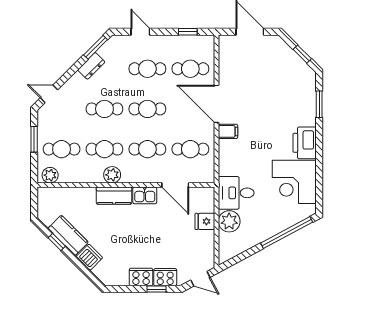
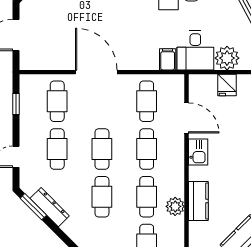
dresser: (91, 66) -> (50, 207), width x1.44
door: (217, 104) -> (96, 72), swing flipped
filing cabinet: (228, 131) -> (168, 59), moved
plant: (112, 175) -> (175, 206), moved
door: (175, 185) -> (187, 118), hinge flipped
kitchen counter: (114, 196) -> (198, 201), moved

